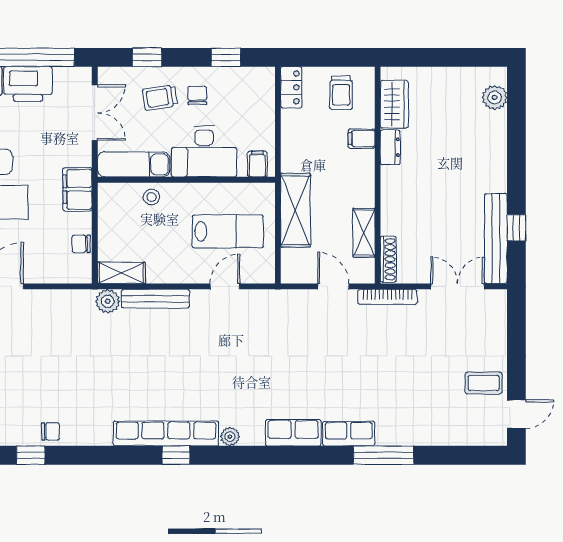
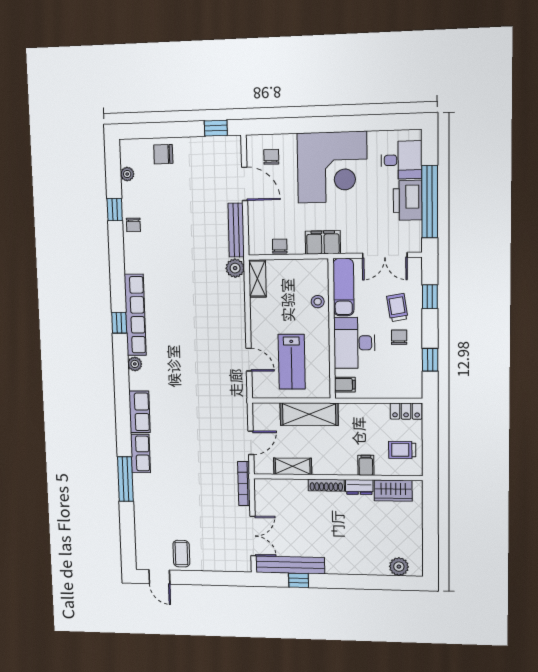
chair: (197, 95) -> (399, 337), turned -90
shoe rack: (388, 259) -> (326, 485), moved
bench: (155, 299) -> (236, 230), moved

